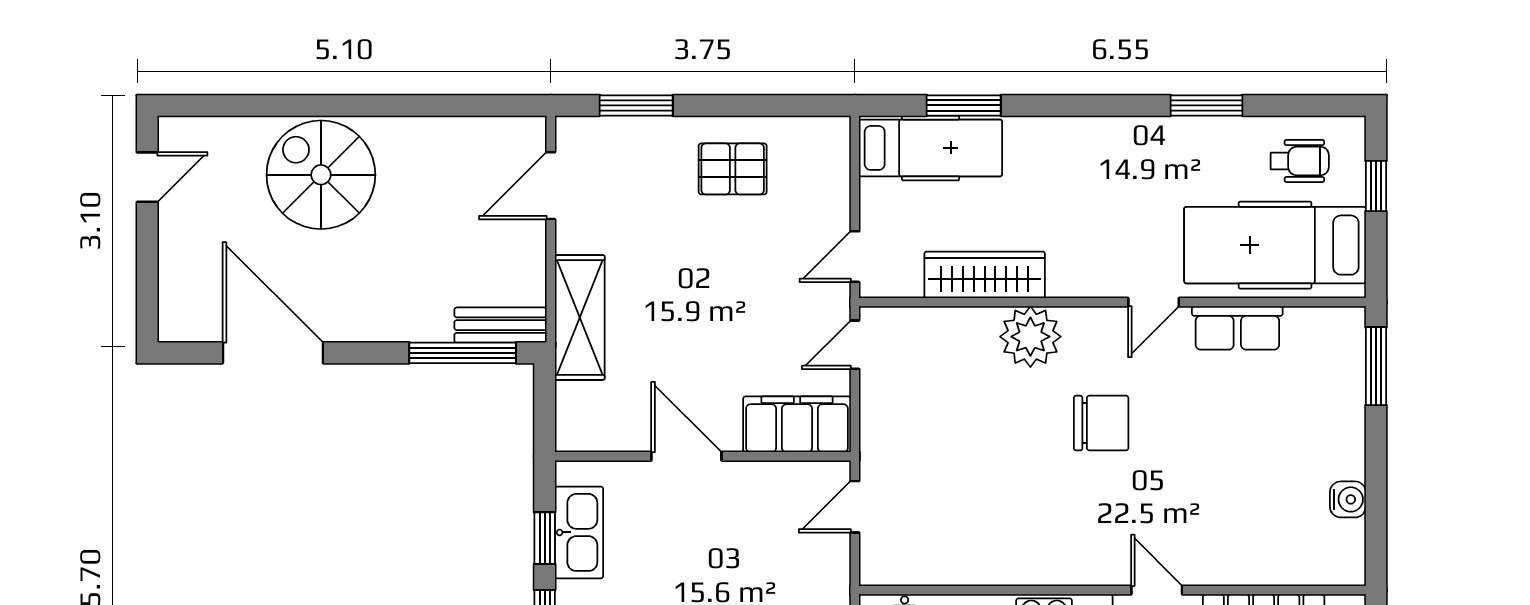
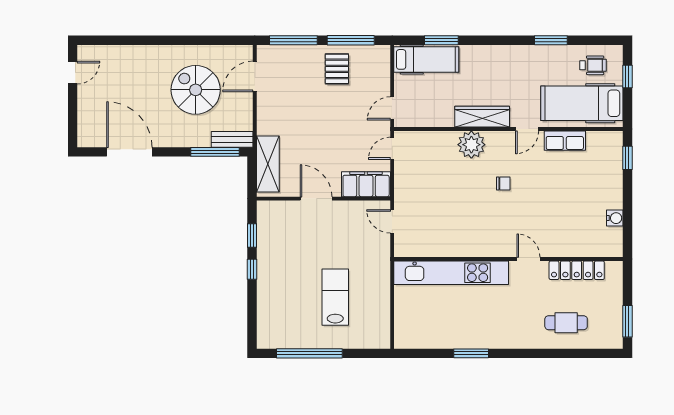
window: (636, 105) -> (293, 40), width x1.44
window: (763, 105) -> (351, 40), added
pallet: (733, 169) -> (337, 69), turned 90
spiral stairs: (321, 175) -> (196, 90), moved
wardrobe: (985, 275) -> (482, 117), moved
shelving: (580, 317) -> (268, 164), moved
window: (1376, 366) -> (627, 158), width x0.67
chair: (1101, 423) -> (503, 184), width x0.54, depth x0.54
door: (855, 507) -> (392, 221), hinge flipped
kitchen sink: (579, 532) -> (268, 233), removed

